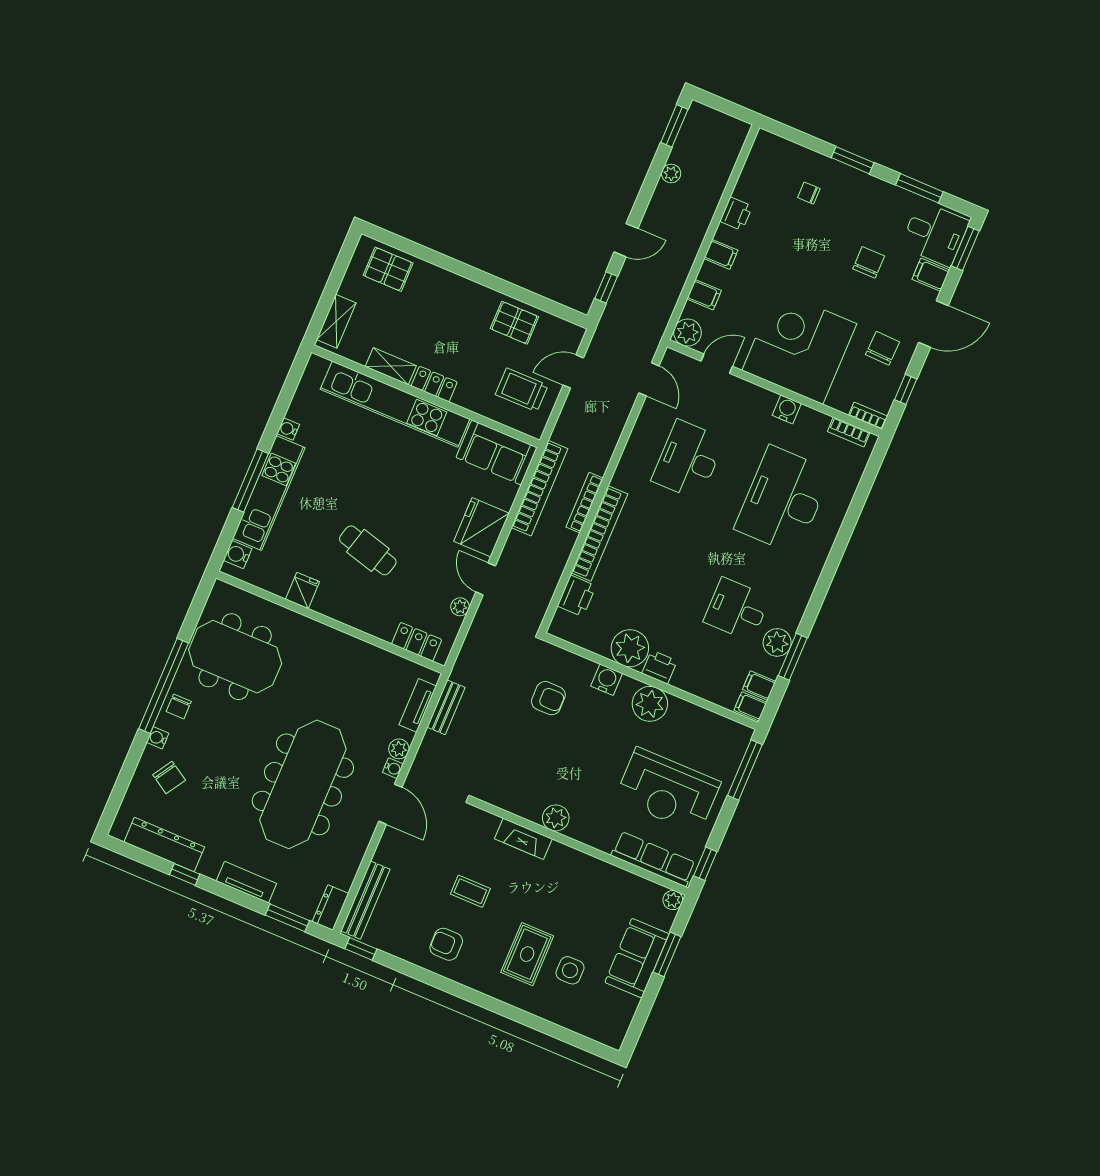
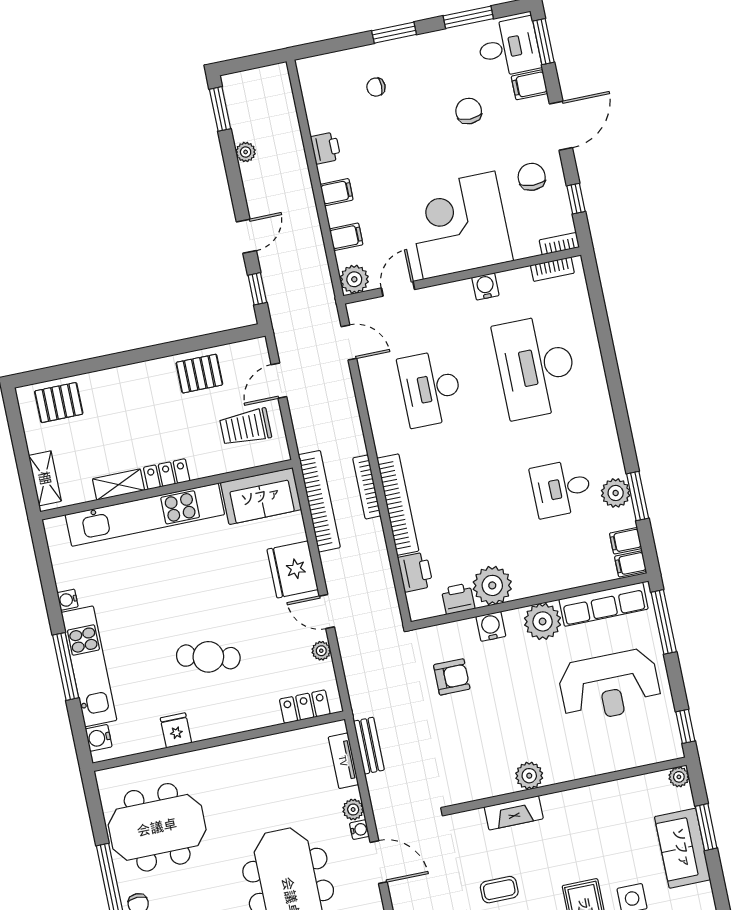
printer: (659, 667) -> (458, 599), moved
row of seats: (653, 859) -> (604, 604), moved, turned 180

